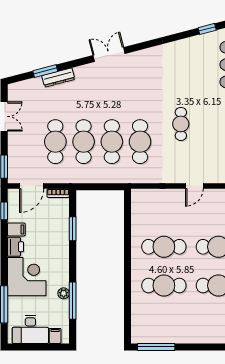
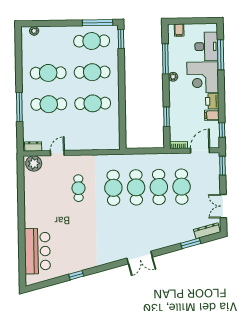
window: (207, 29) -> (76, 275), moved
dresser: (58, 77) -> (207, 231), moved
cafe table: (181, 124) -> (78, 188), moved
door: (194, 186) -> (57, 153), moved
plant: (64, 293) -> (173, 77), moved
cafe table: (164, 324) -> (92, 41), added
window: (127, 326) -> (121, 39), added
desk: (30, 329) -> (206, 47), moved, turned 90

